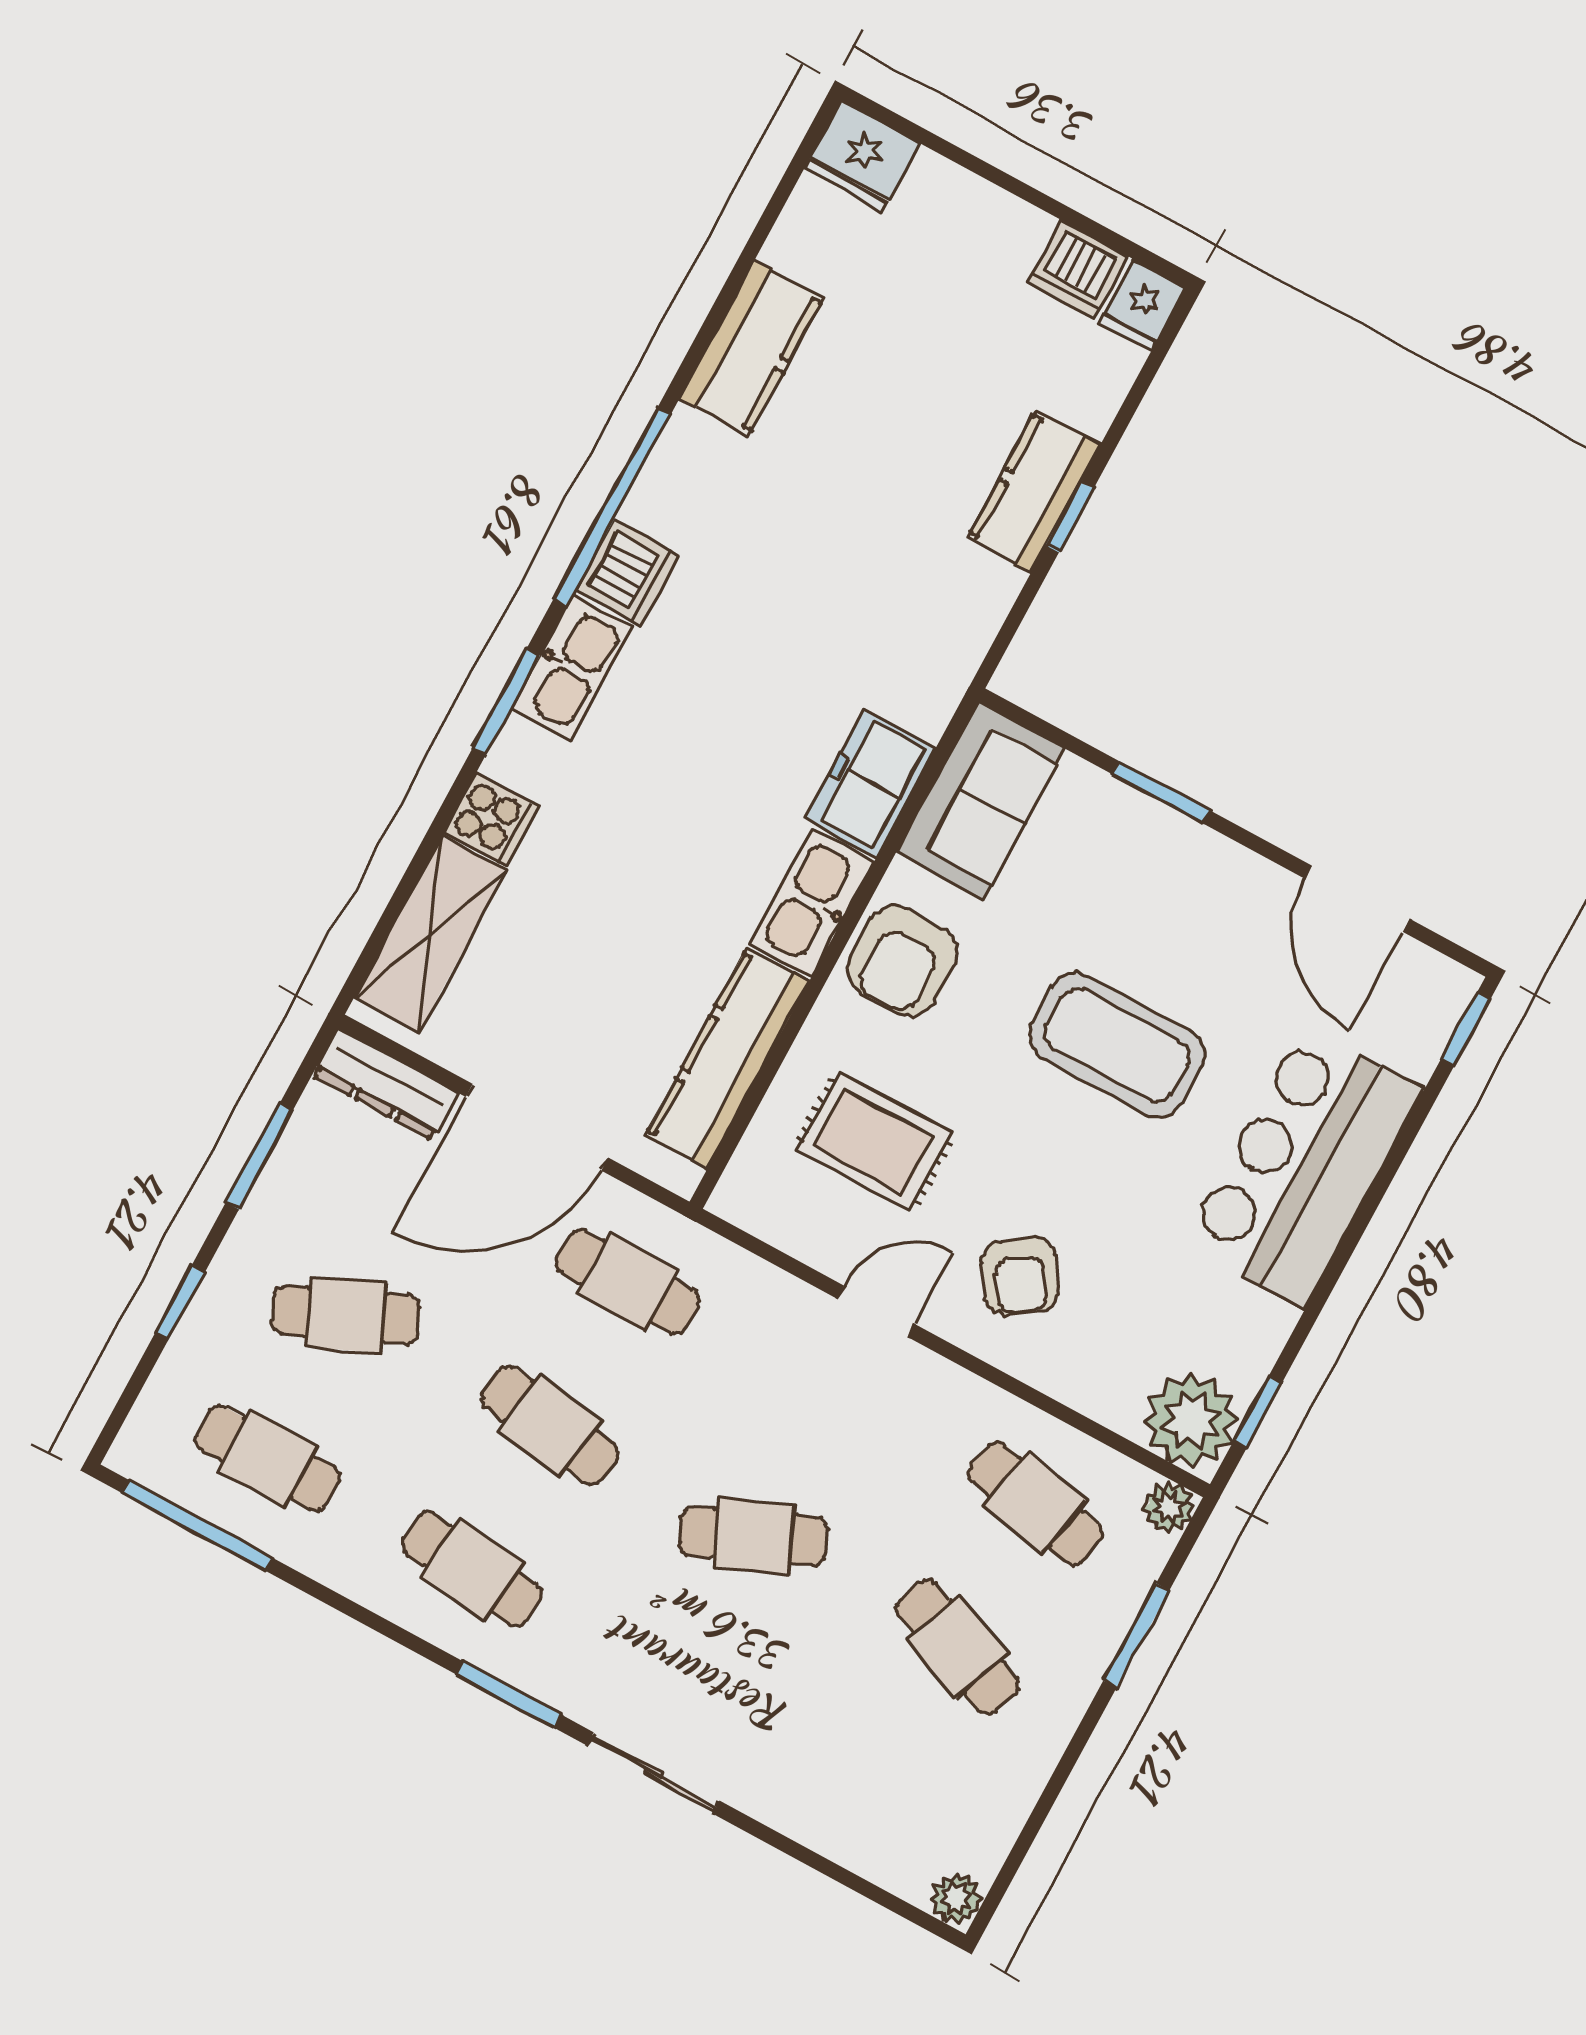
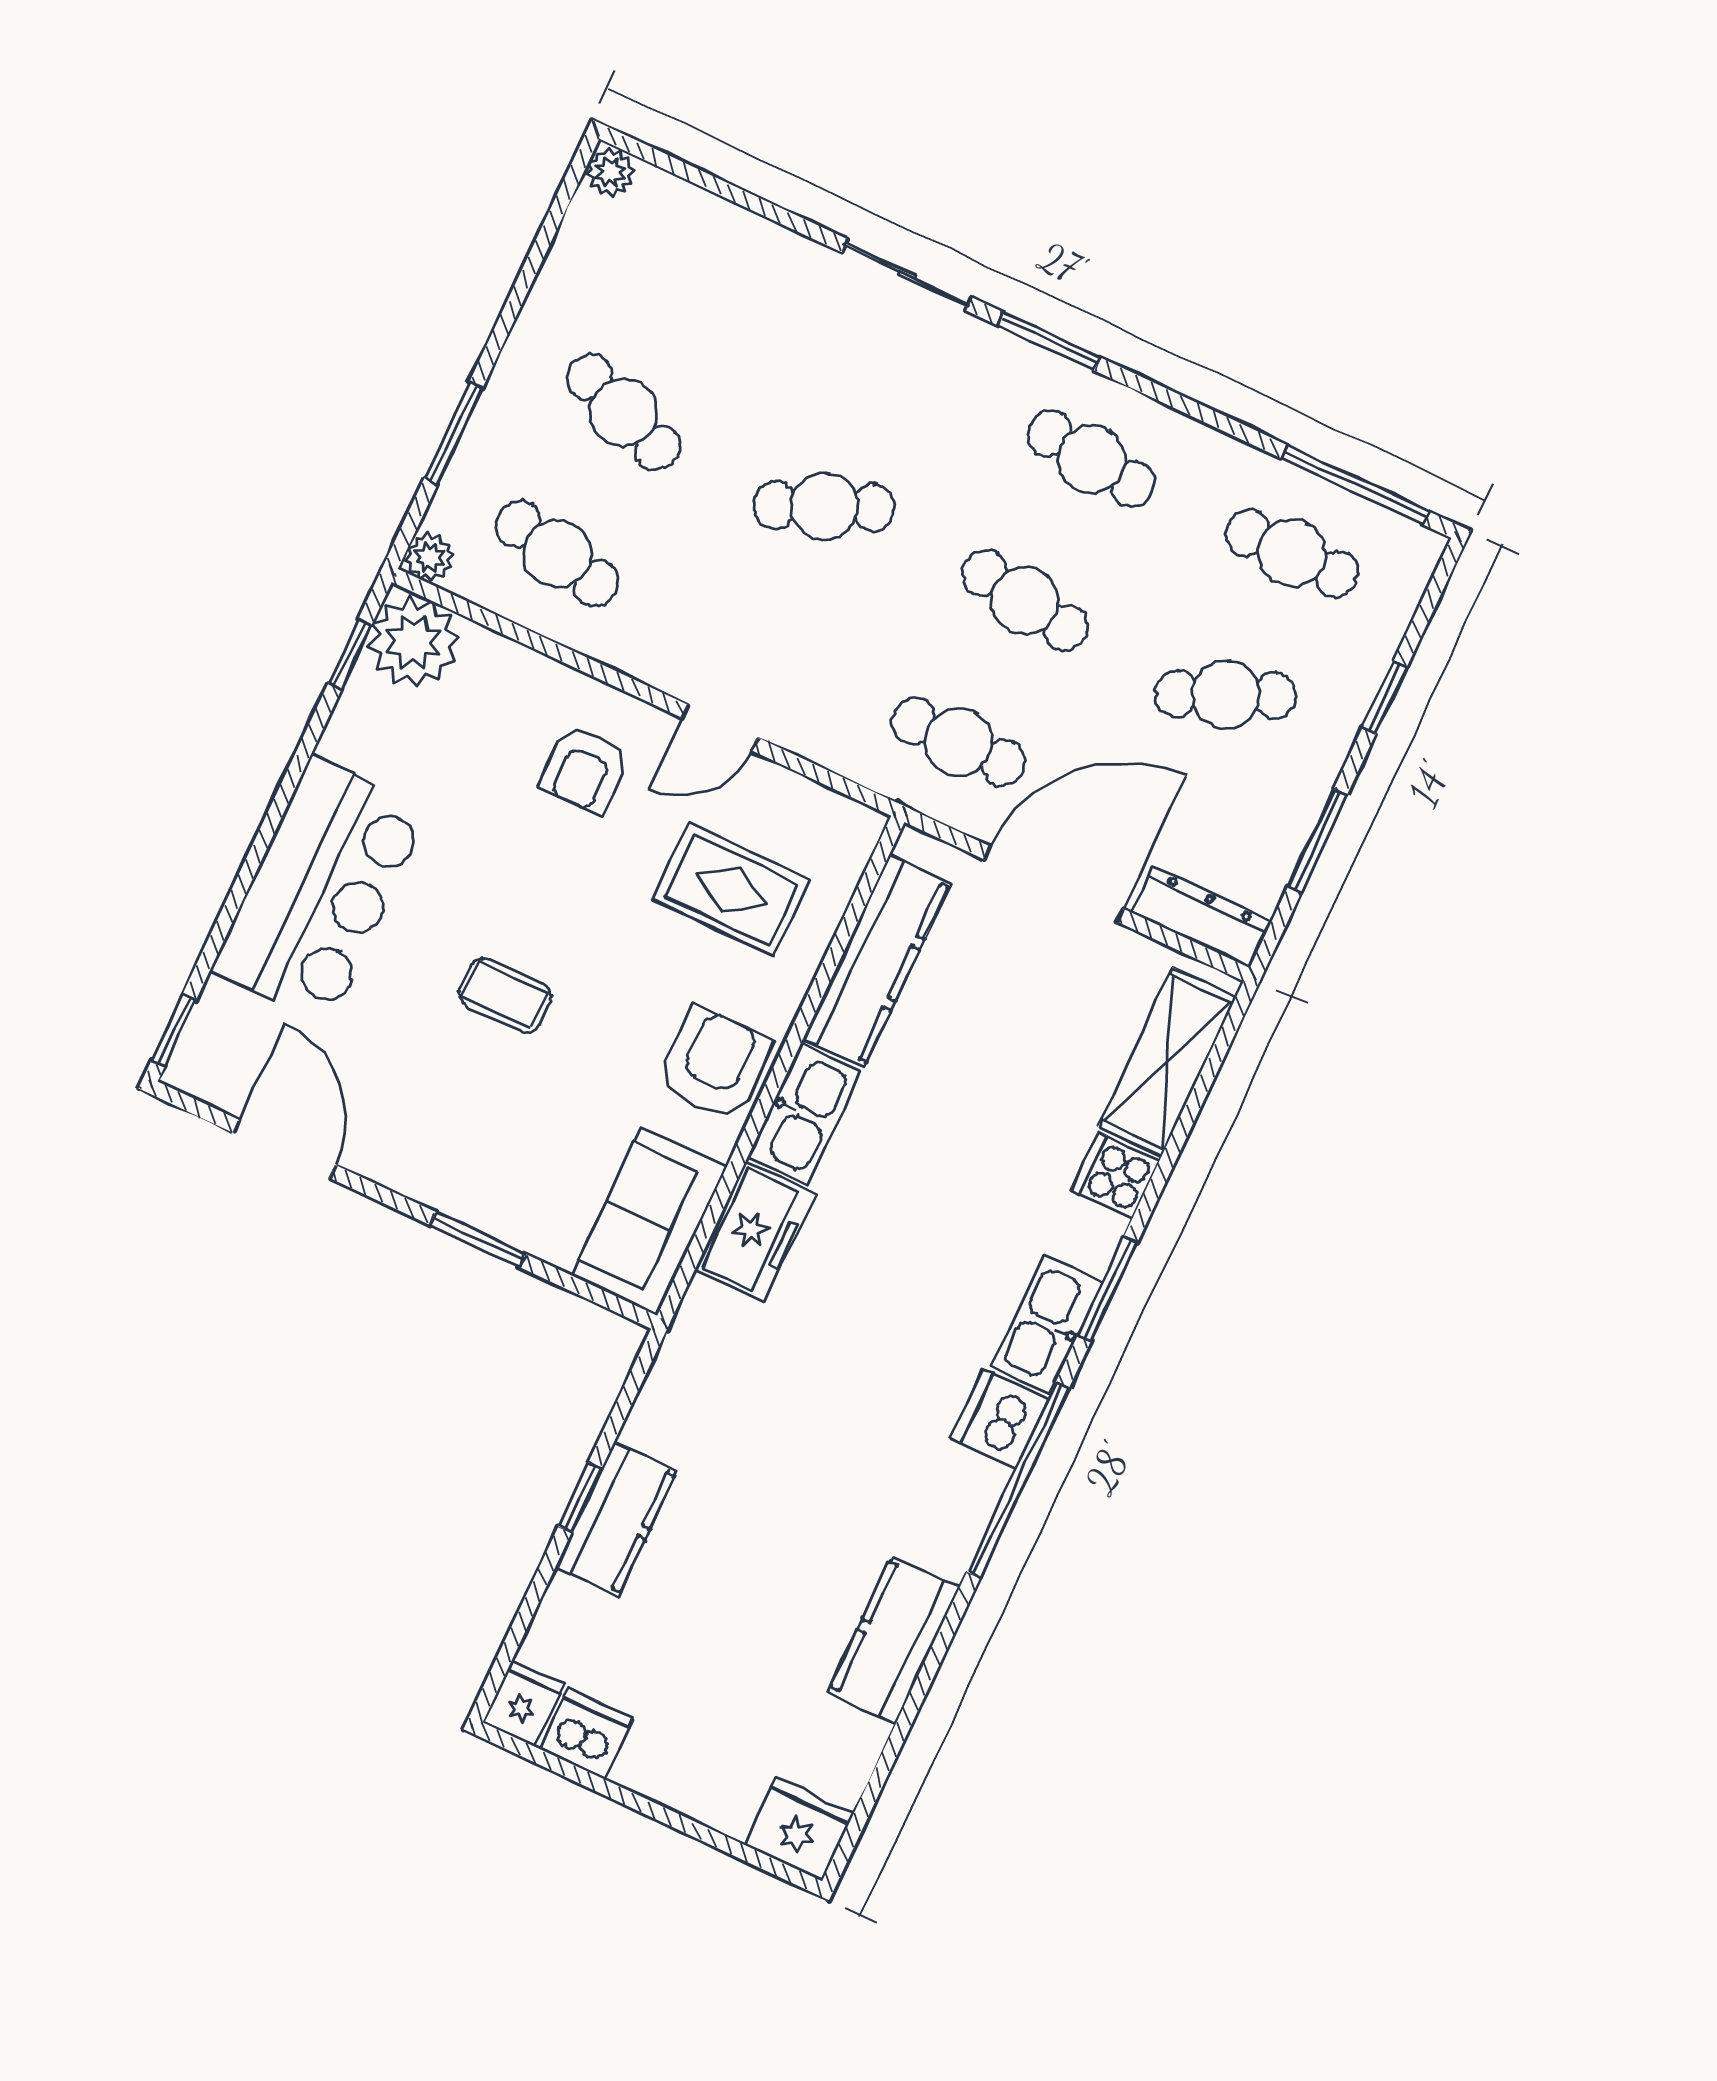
coffee table: (1117, 1045) -> (505, 995), width x0.54, depth x0.58
armchair: (1020, 1276) -> (584, 770), turned -146

